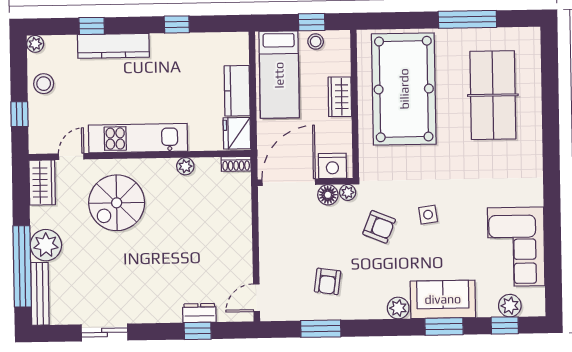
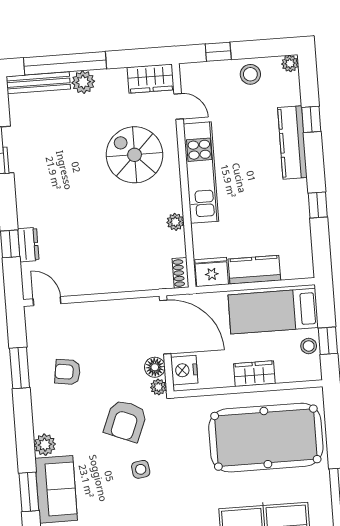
armchair: (379, 227) -> (126, 421), width x1.38, depth x1.38
plant: (46, 245) -> (83, 82), width x0.73, depth x0.73

